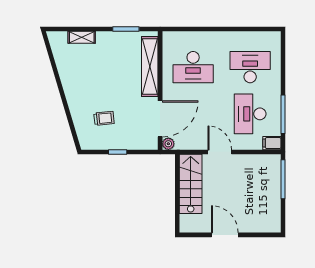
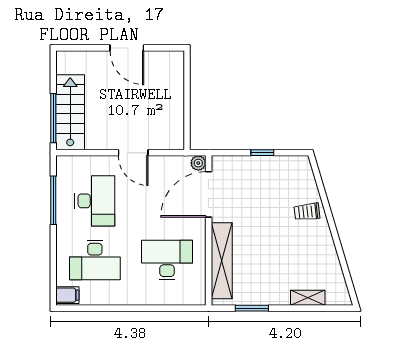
trolley: (104, 118) -> (307, 212), moved
filing cabinet: (272, 143) -> (67, 295), moved
stairs: (191, 184) -> (70, 112), moved, turned 180

